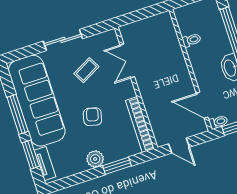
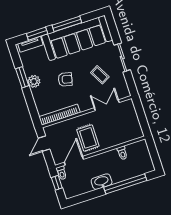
rug: (171, 86) -> (88, 138), added
window: (117, 166) -> (22, 77), moved

